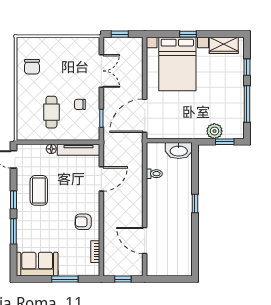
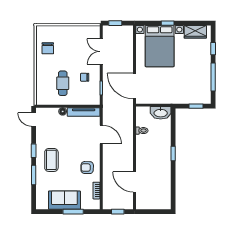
double door: (101, 71) -> (101, 52), swing flipped
door: (145, 116) -> (134, 86), hinge flipped
plant: (214, 131) -> (188, 98), removed
door: (101, 179) -> (101, 135), hinge flipped
coffee table: (39, 190) -> (51, 160), moved
sofa: (37, 264) -> (64, 200), moved

